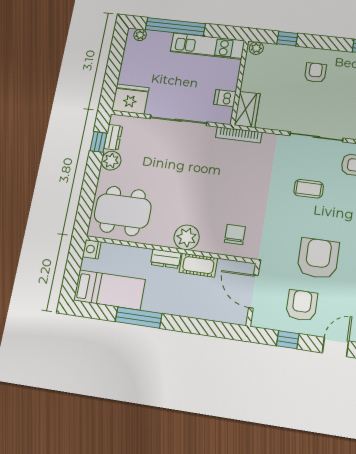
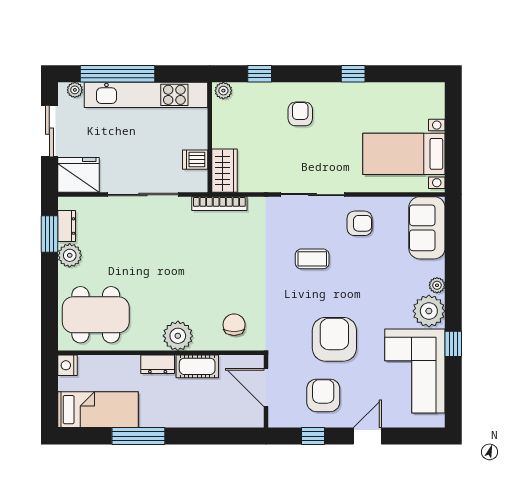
kitchen unit: (207, 46) -> (146, 95), width x1.36
sliding door: (114, 63) -> (49, 131), added
window: (98, 142) -> (49, 234), width x1.50

